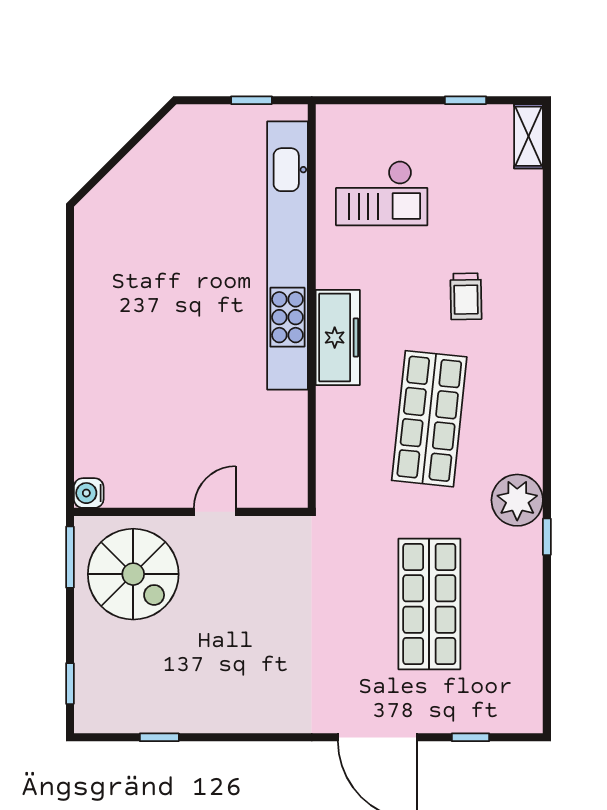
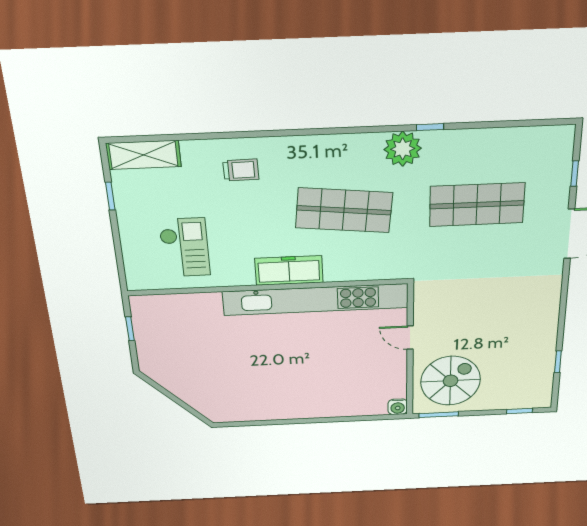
shelving: (529, 136) -> (143, 155), width x1.50, depth x1.33
kitchen unit: (287, 255) -> (316, 300), moved
trolley: (466, 296) -> (241, 170), moved

